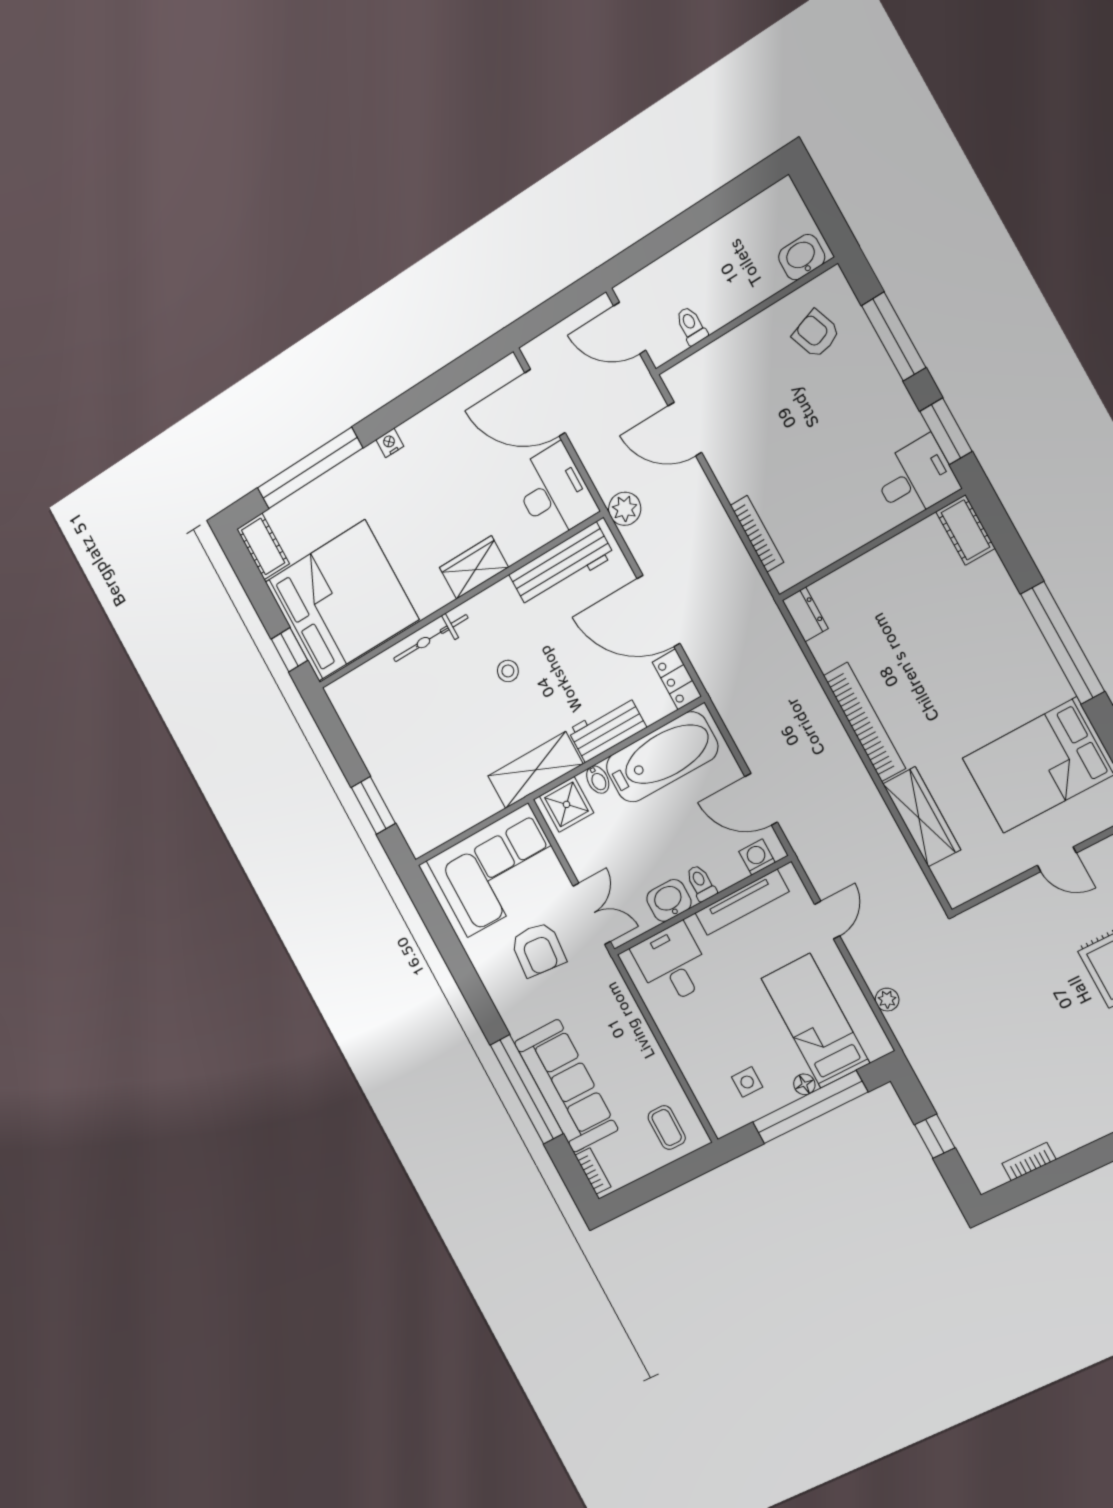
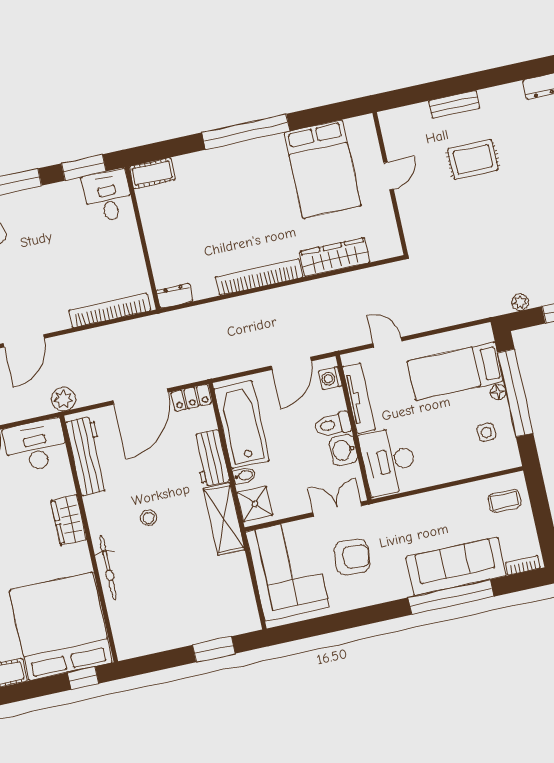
bookcase: (757, 534) -> (110, 310), width x1.48, depth x1.31
toilet: (701, 883) -> (332, 424), width x1.37, depth x1.39
desk: (672, 964) -> (389, 461), width x1.37
plant: (887, 1000) -> (520, 302), moved

